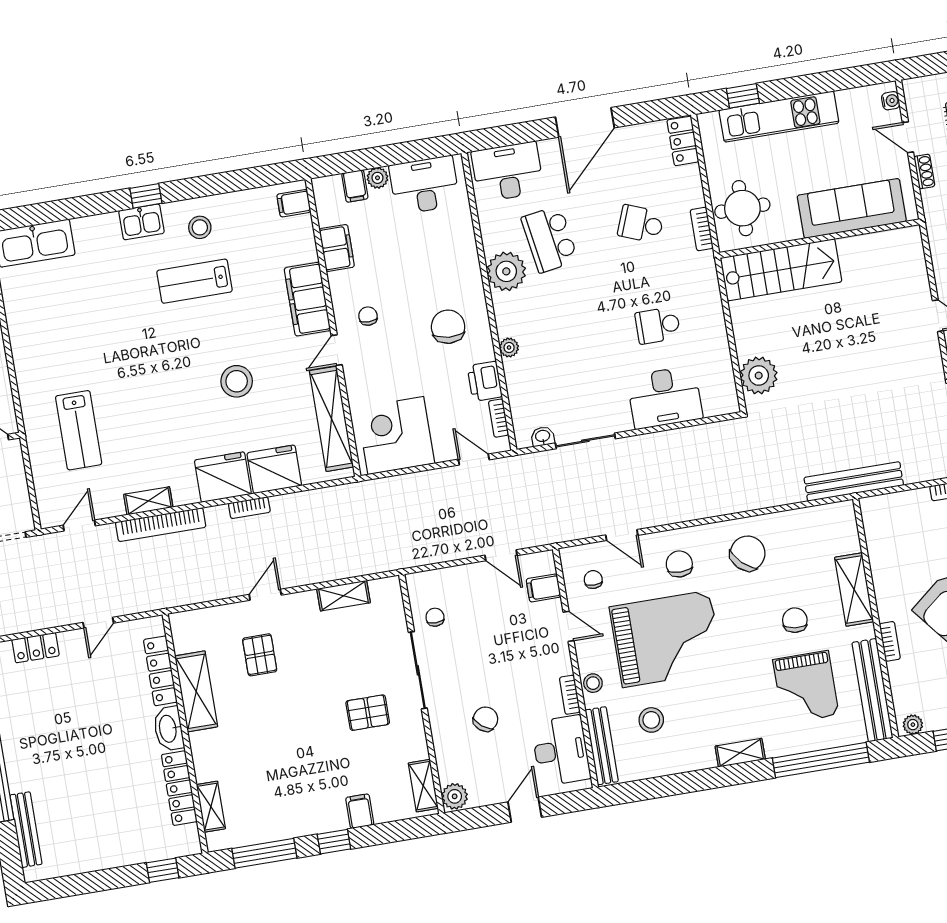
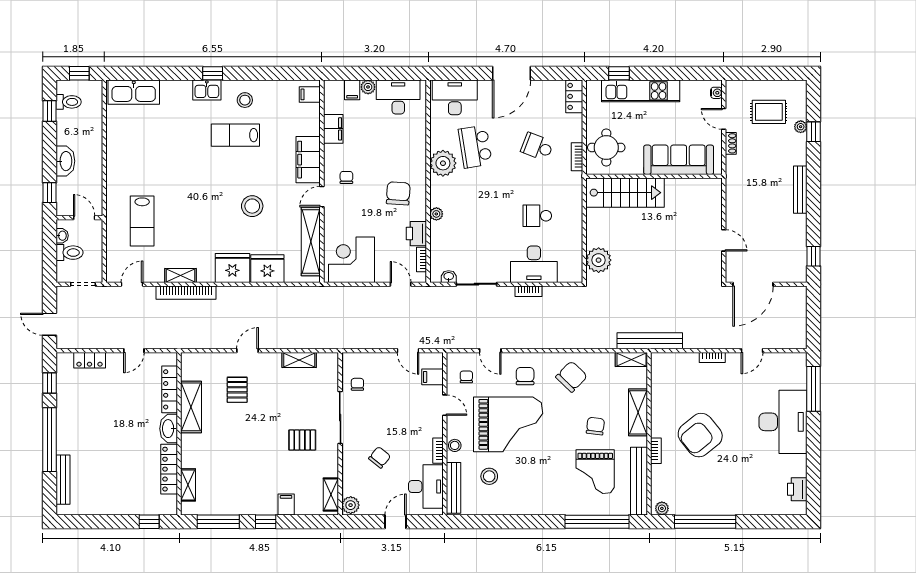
bookcase: (249, 508) -> (528, 291), moved
shelving: (740, 753) -> (631, 359), moved

